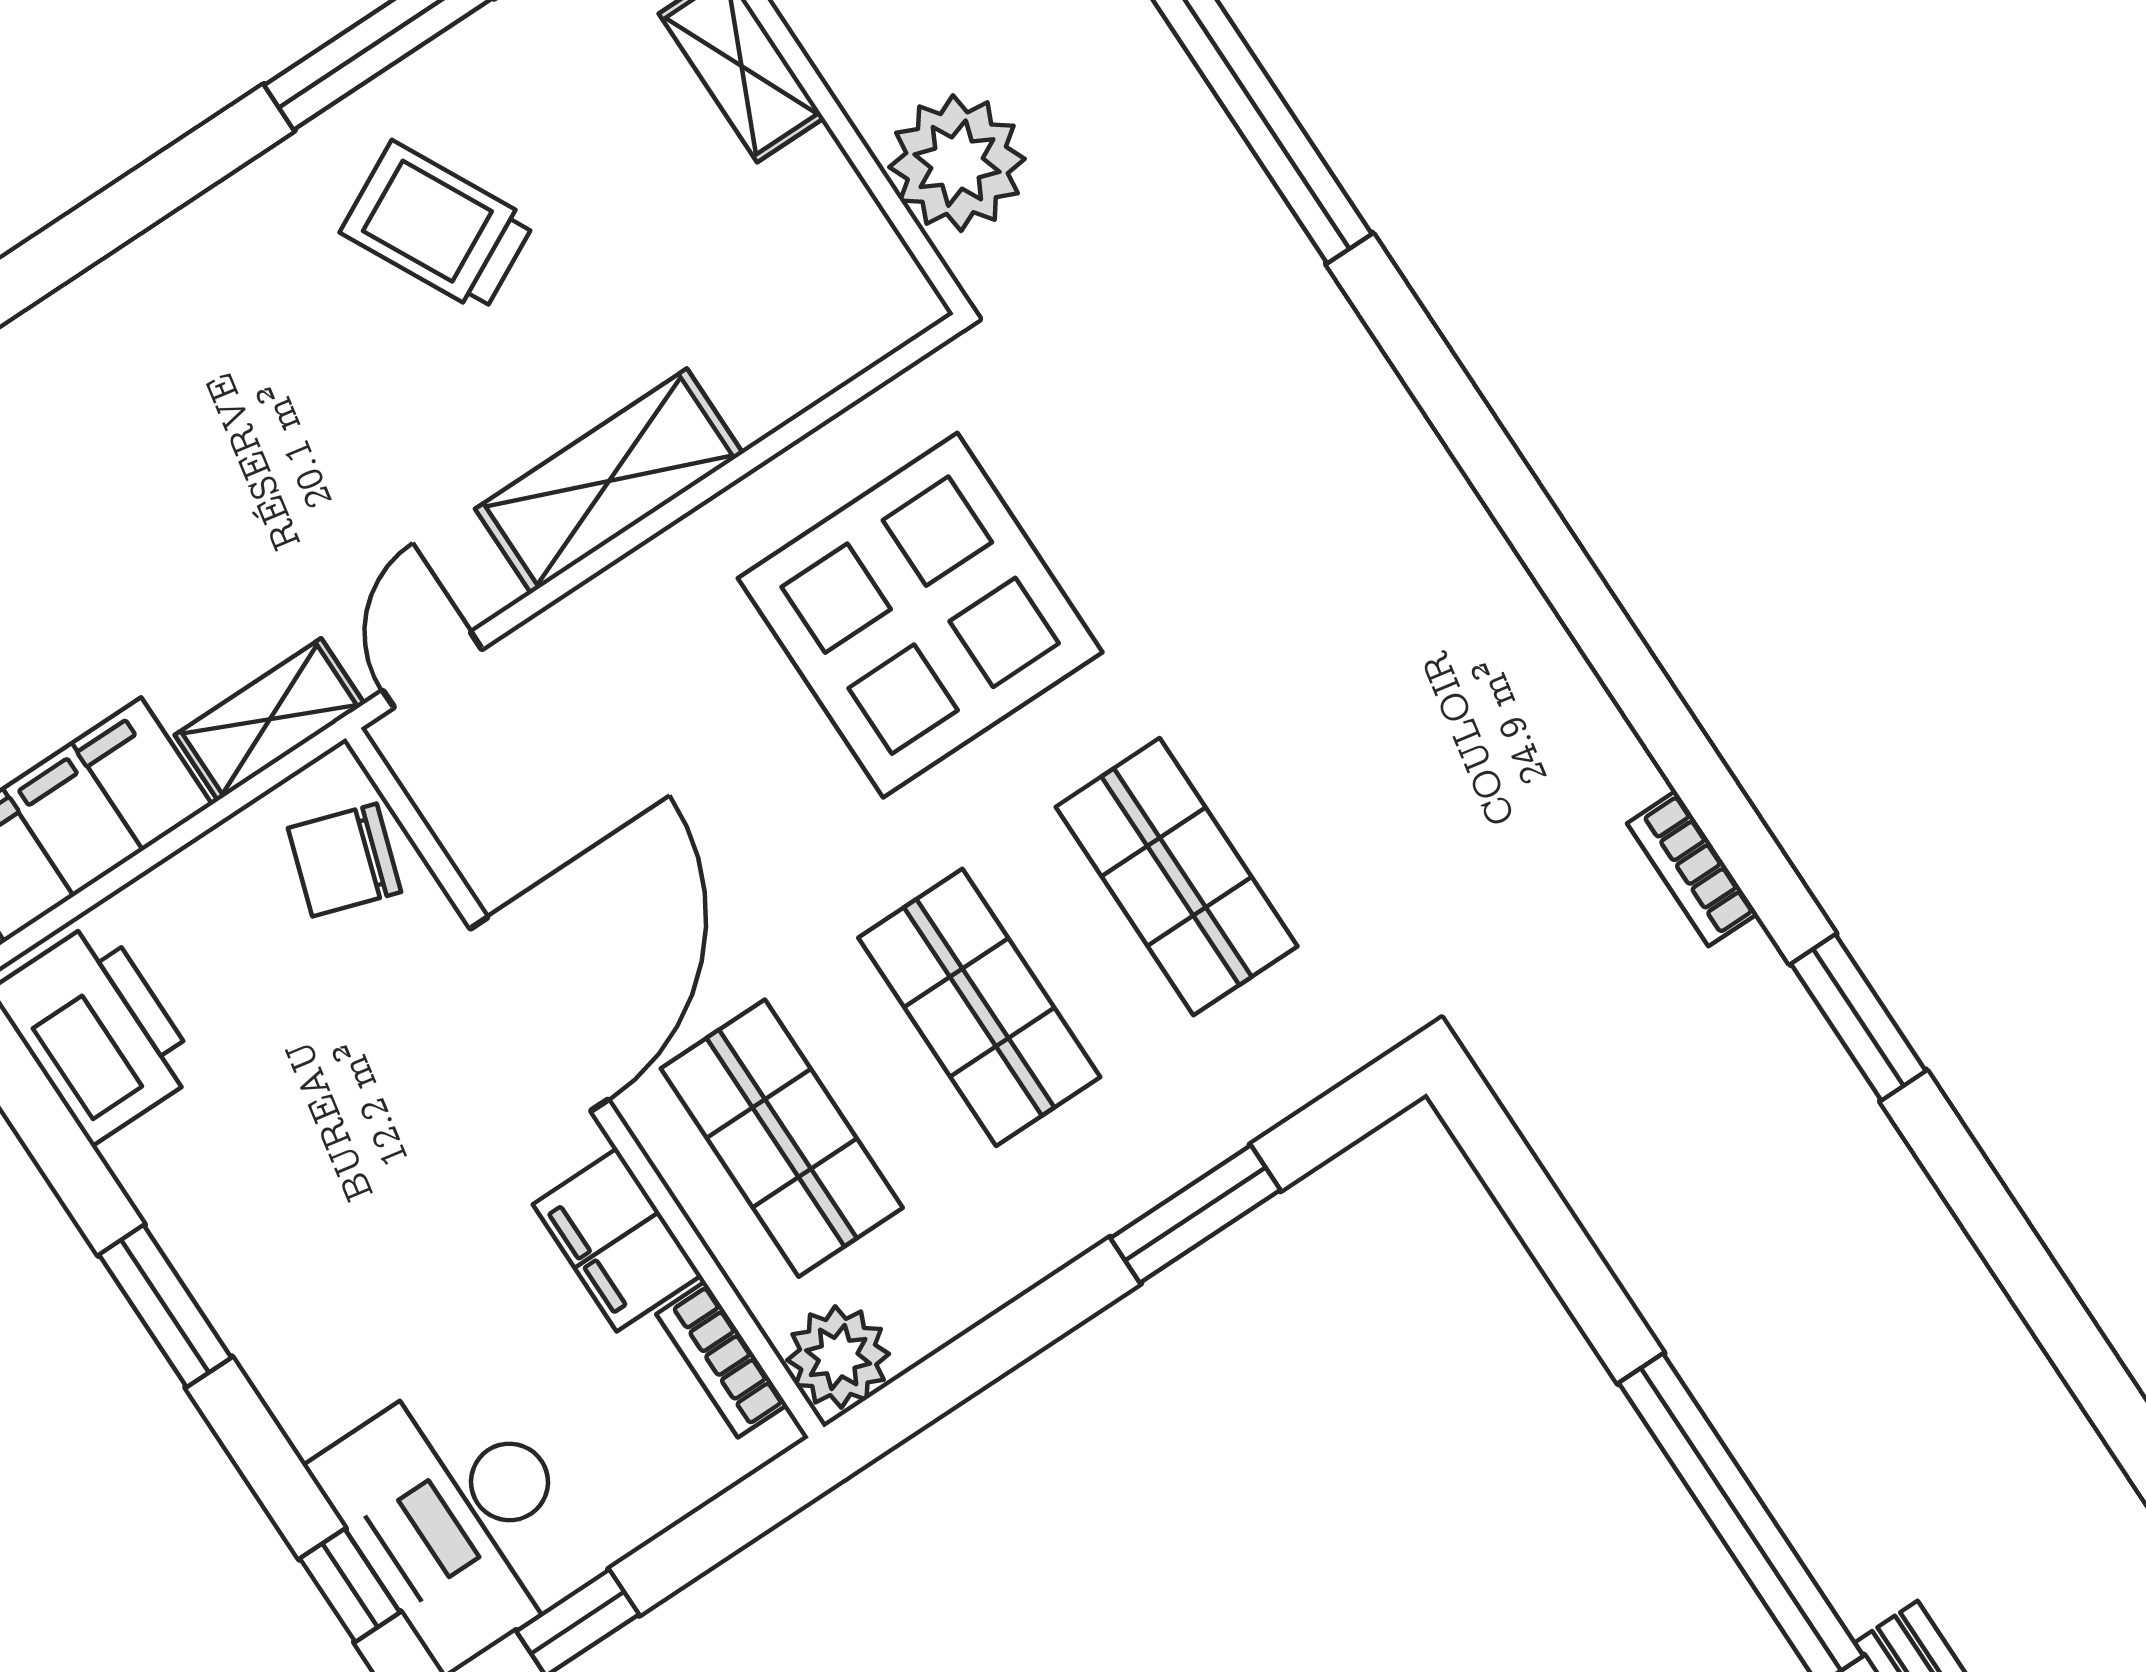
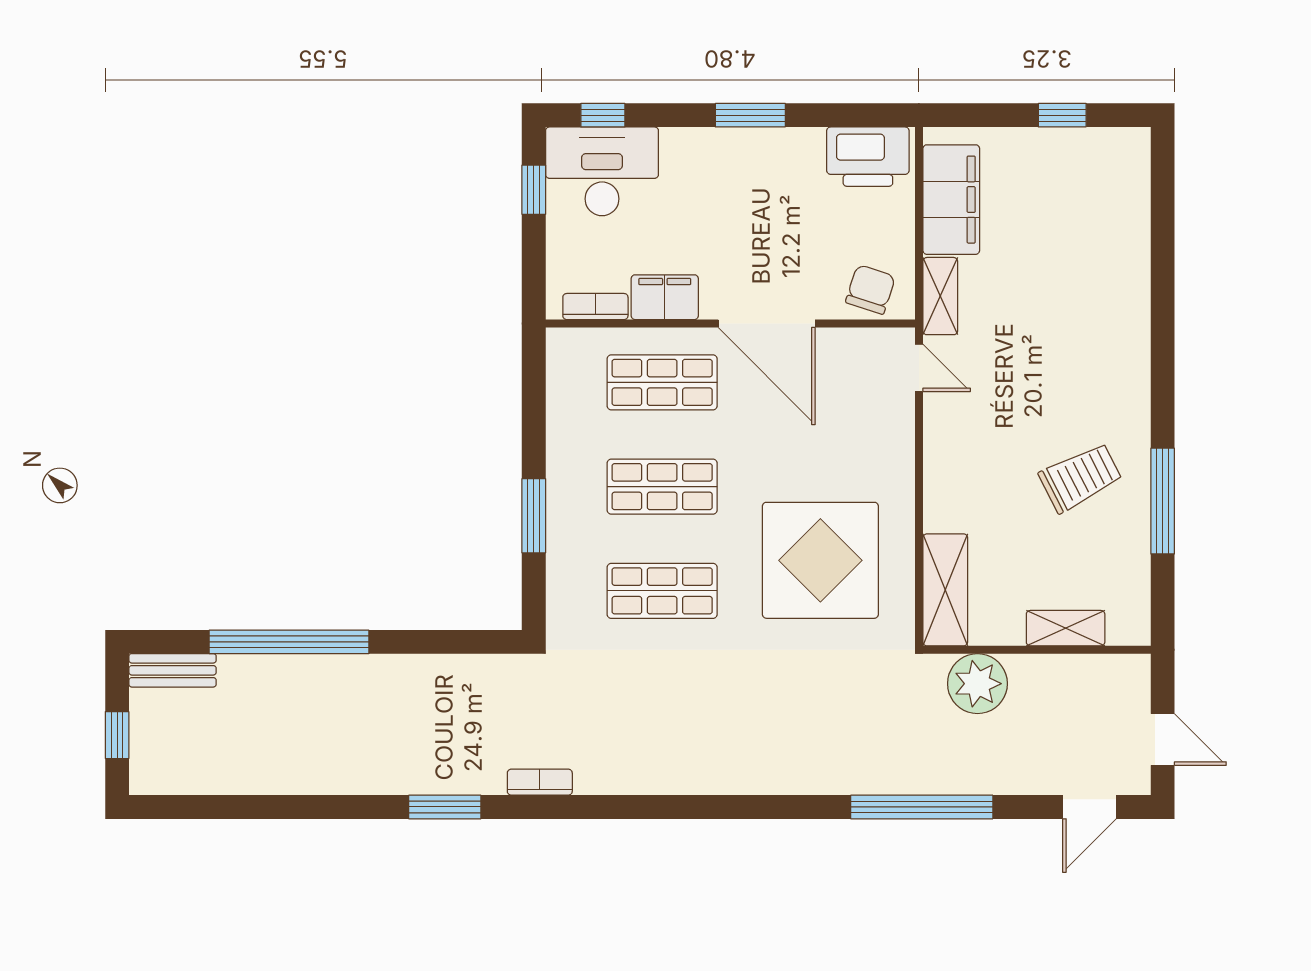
shelving: (609, 481) -> (945, 590), moved
plant: (838, 1357) -> (568, 350), removed

